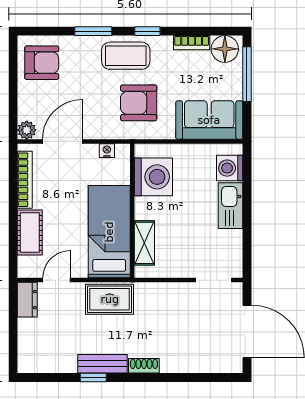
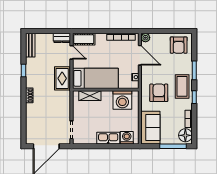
cot: (30, 233) -> (84, 39), moved
bench: (102, 364) -> (30, 45), moved

